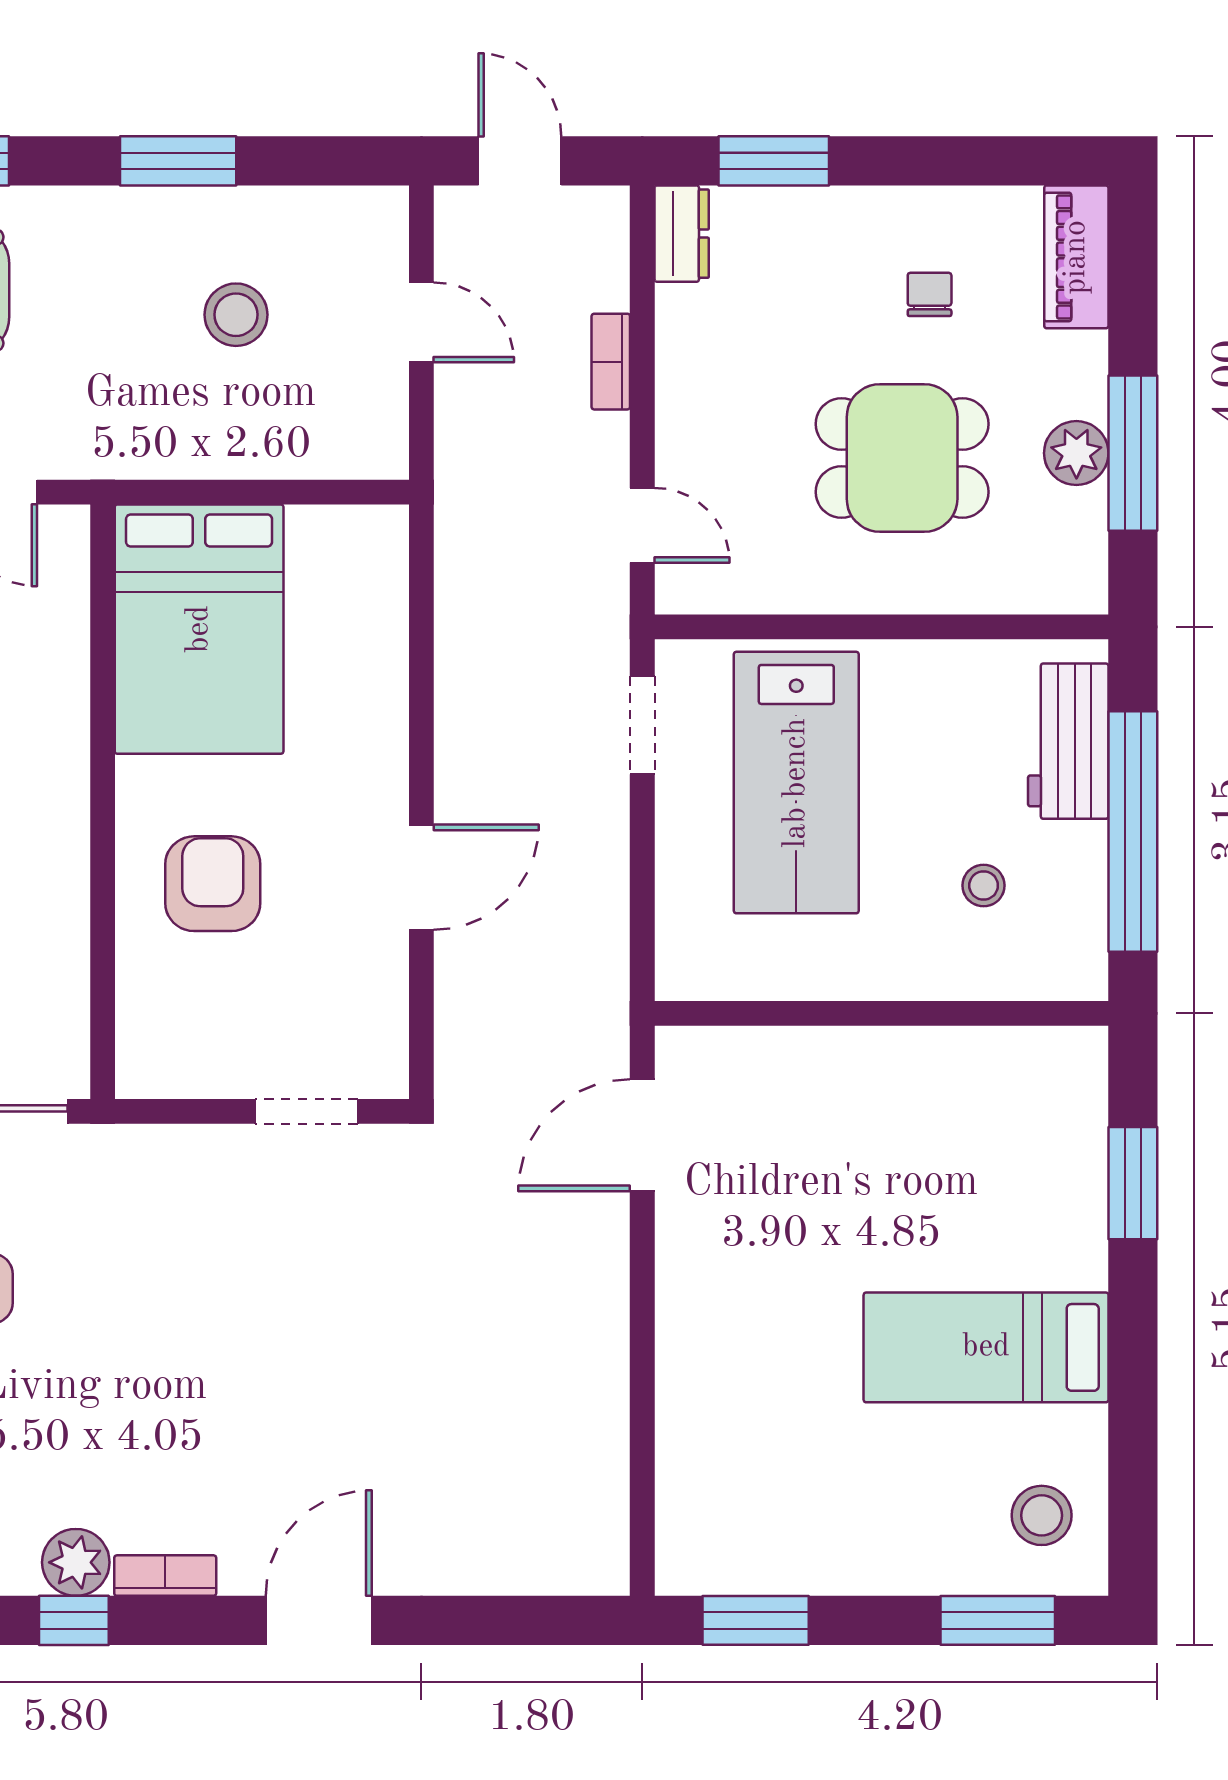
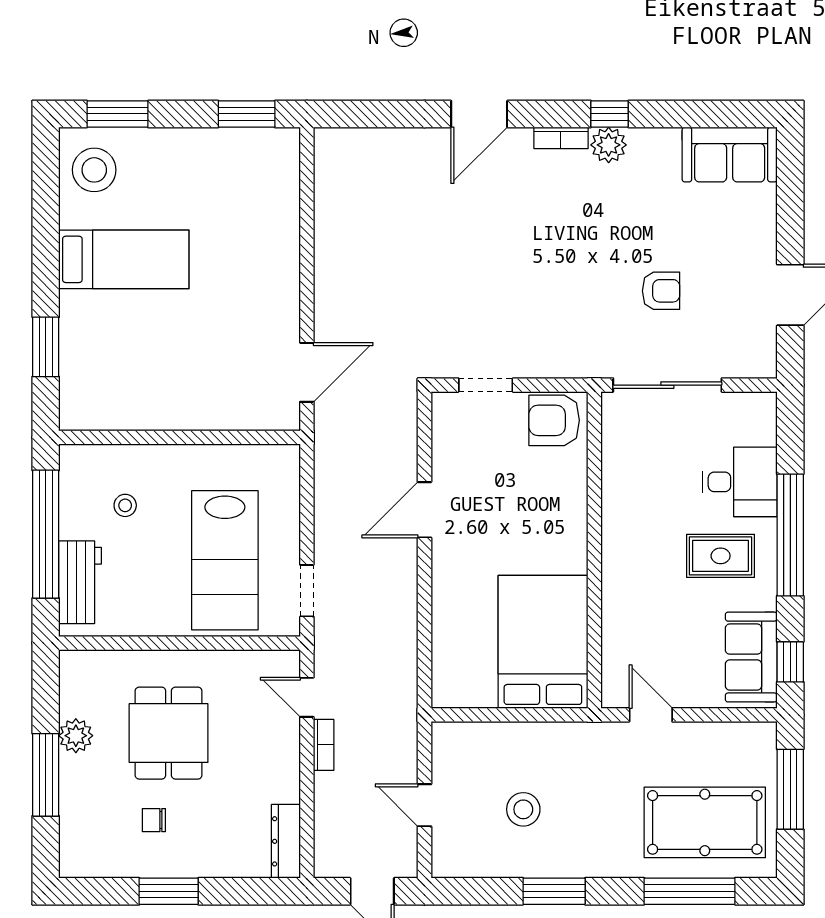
window: (774, 161) -> (169, 891), moved
dresser: (682, 234) -> (286, 841), width x1.44
piano: (1076, 257) -> (76, 840), removed
chair: (930, 294) -> (154, 820), turned 90
bookcase: (611, 362) -> (324, 745), moved
window: (1133, 453) -> (46, 775), moved
dining table: (902, 458) -> (169, 733), turned 90
lab bench: (796, 783) -> (225, 560), turned 180
armchair: (213, 884) -> (554, 420), moved, turned 90
stool: (1042, 1515) -> (94, 170), width x1.38, depth x1.38

